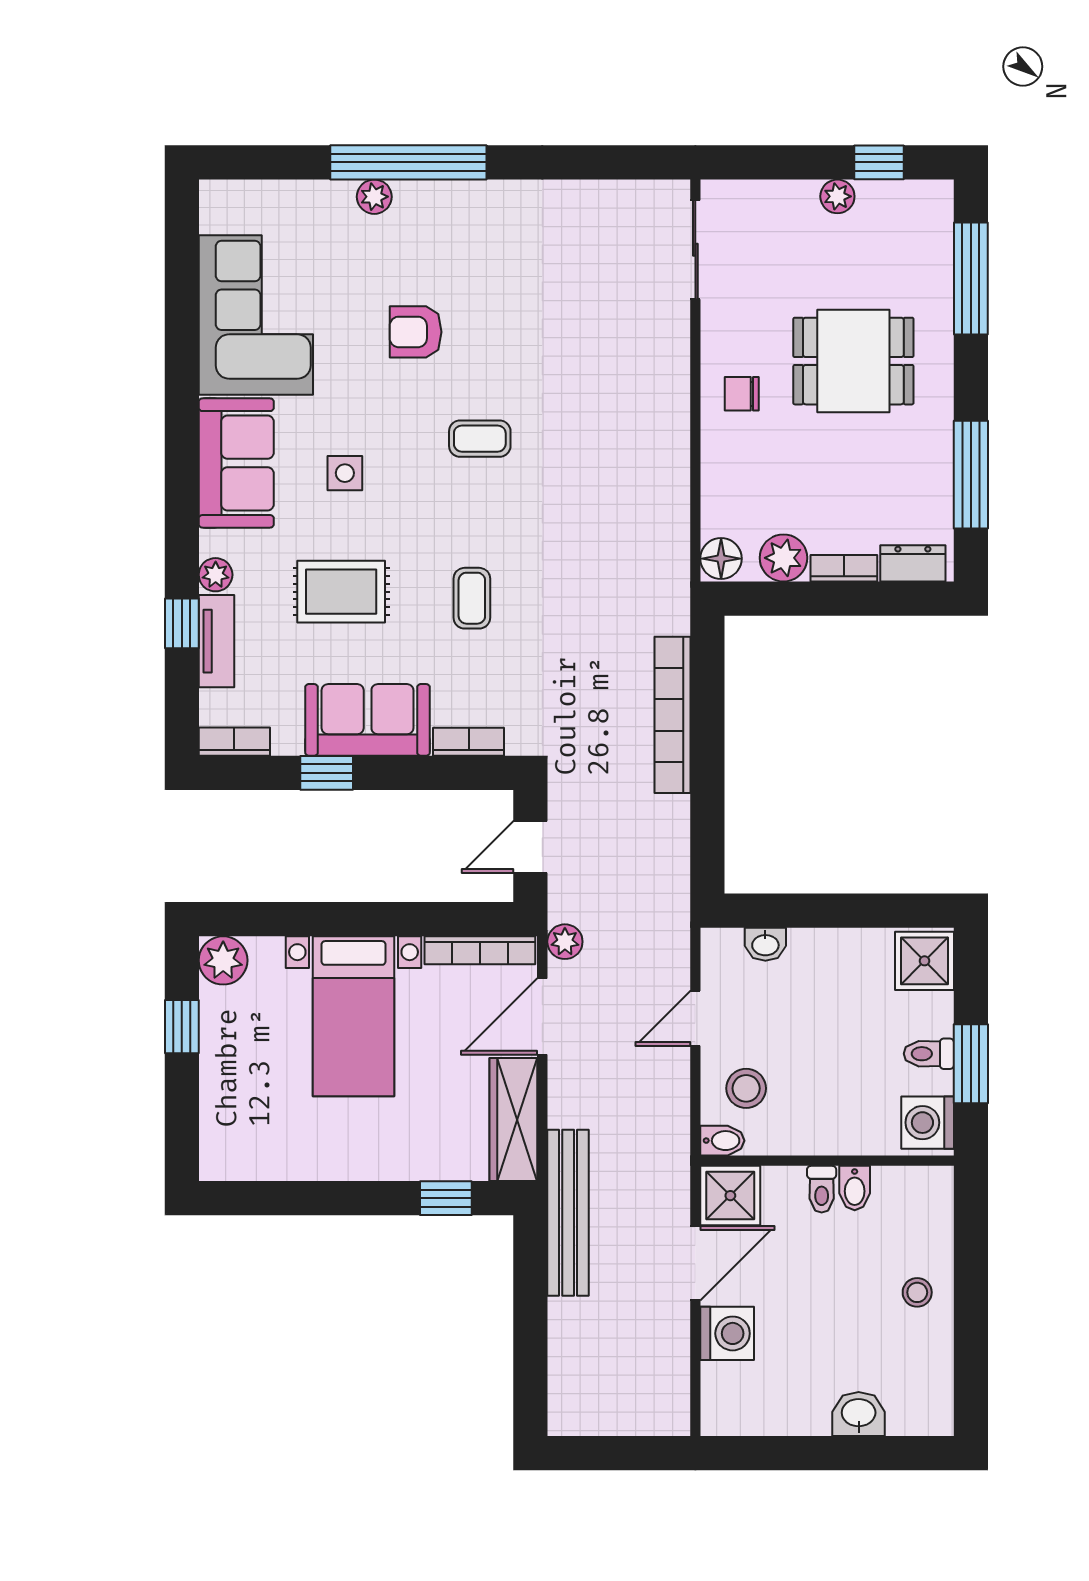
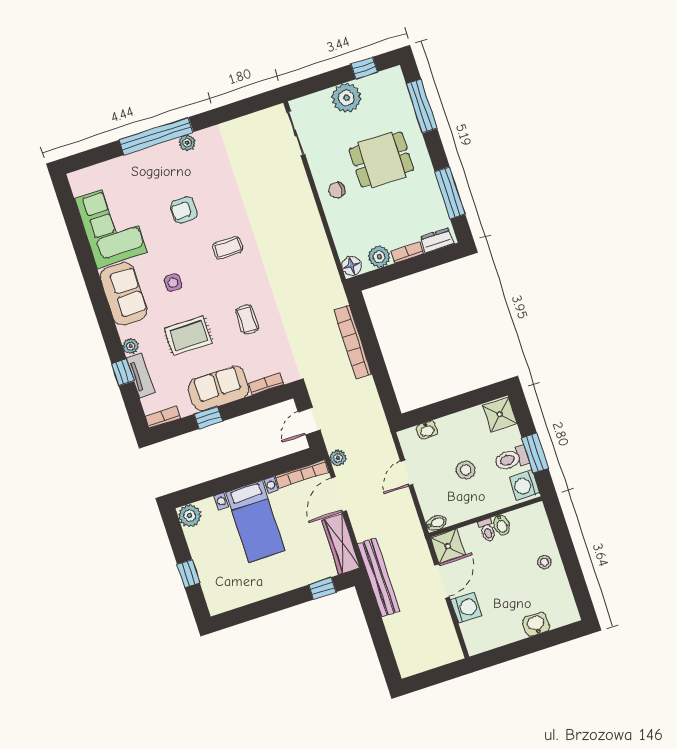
plant: (837, 196) -> (346, 98), width x1.87, depth x1.87
plant: (374, 197) -> (187, 143), moved
window: (182, 1027) -> (188, 573), moved
toilet: (929, 1054) -> (512, 459), width x1.37, depth x1.39
stool: (746, 1088) -> (466, 470), moved

